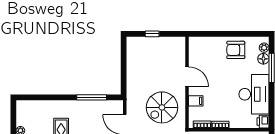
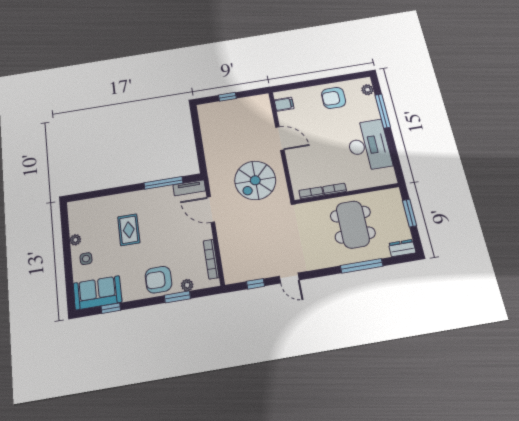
floor lamp: (263, 59) -> (370, 102), removed
filing cabinet: (196, 101) -> (284, 104), moved
tv unit: (111, 105) -> (189, 188), added
printer: (263, 122) -> (388, 176), removed

